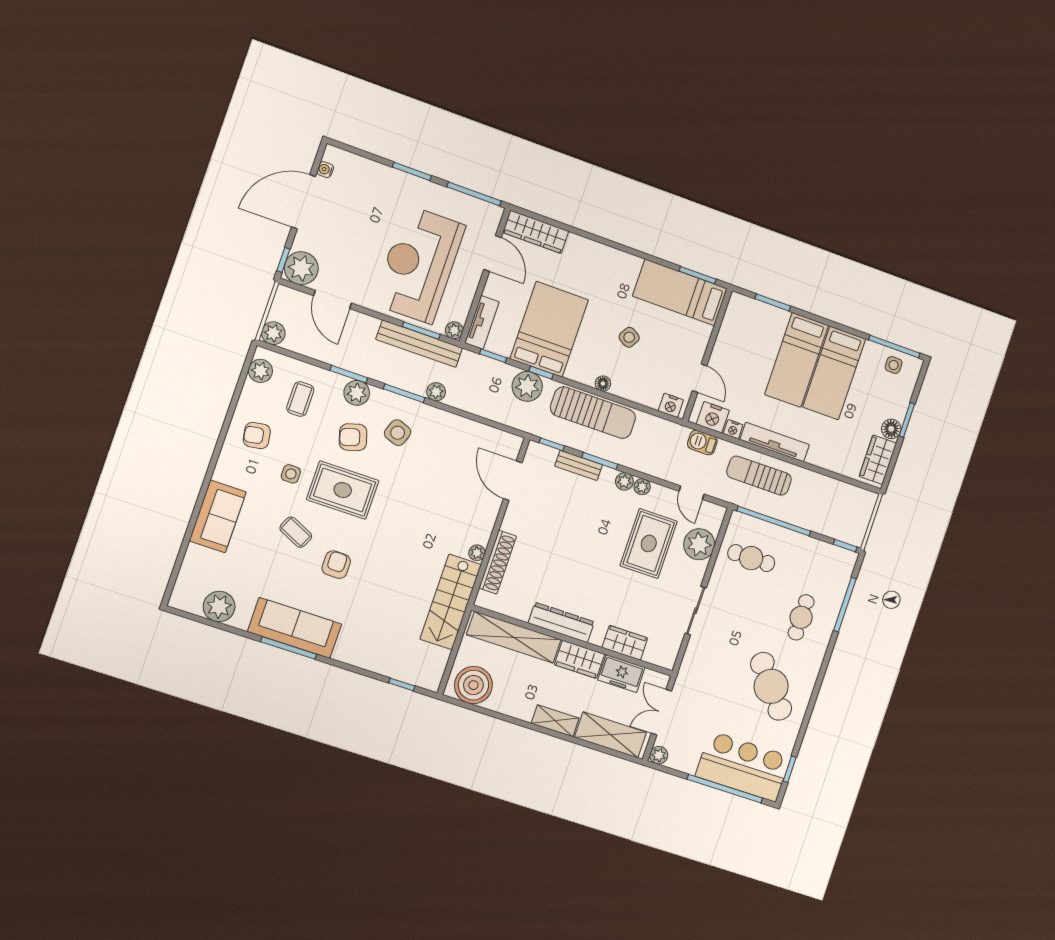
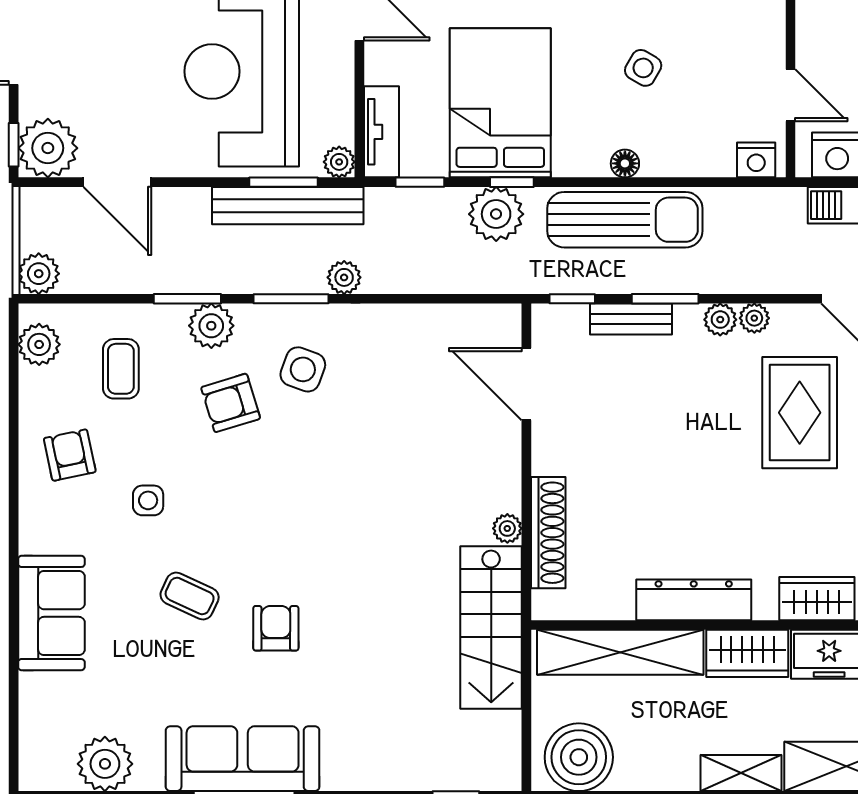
armchair: (257, 435) -> (70, 455), turned 87
rug: (343, 490) -> (244, 498), removed

